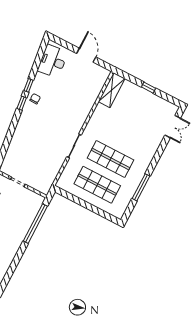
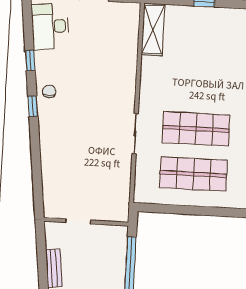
window: (28, 85) -> (30, 60), moved

